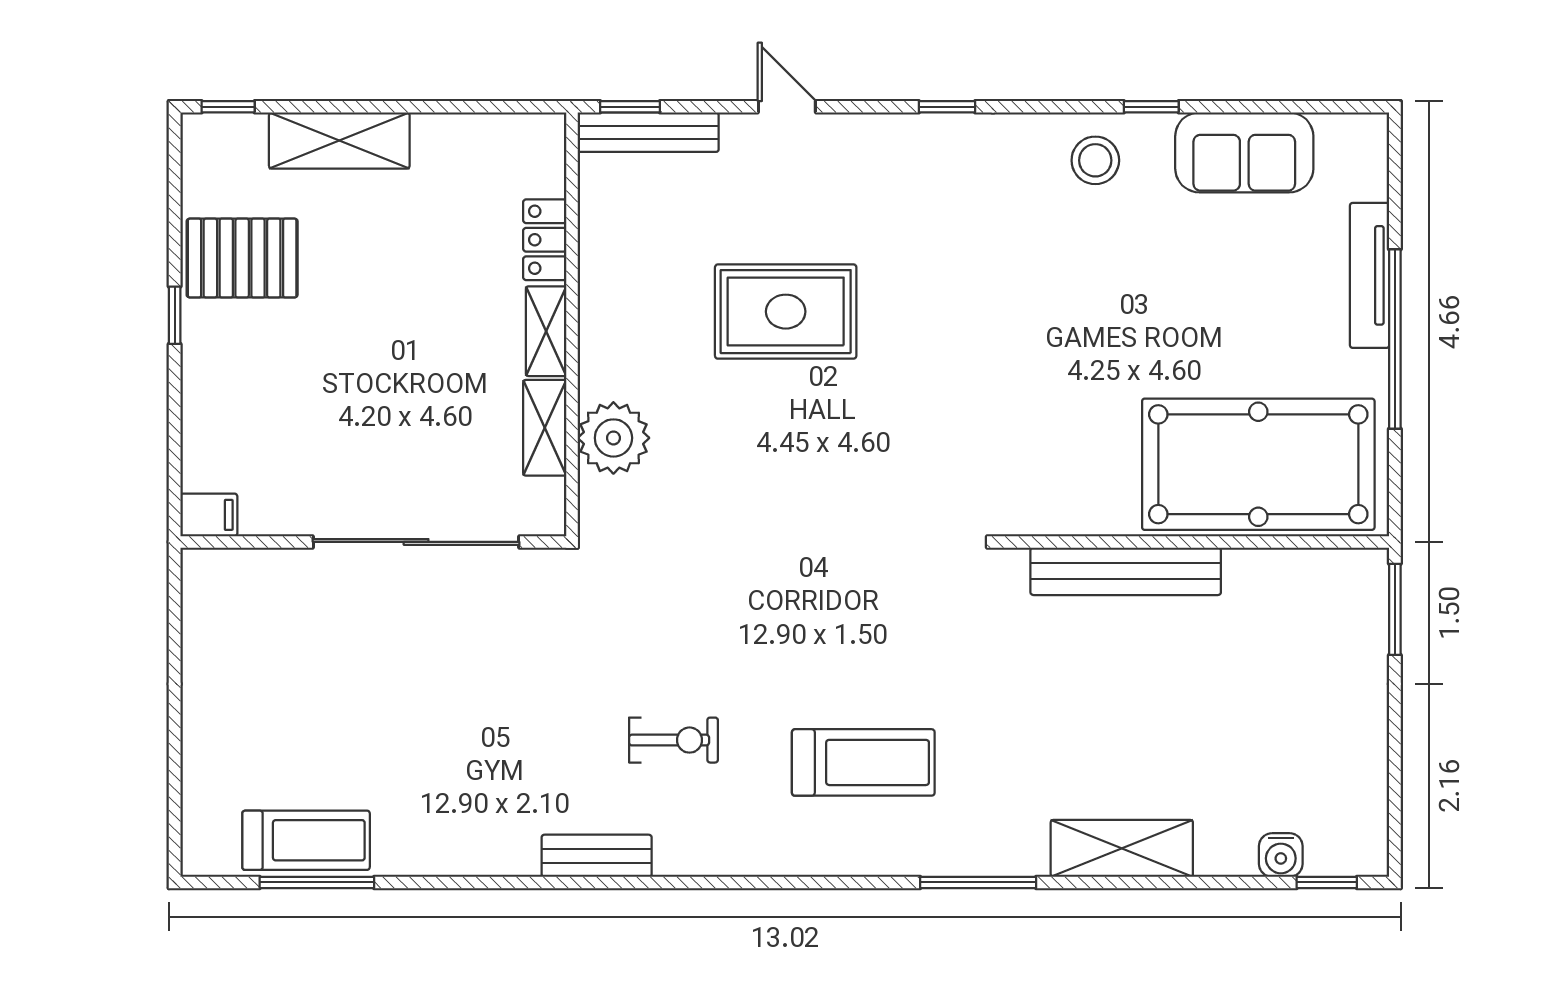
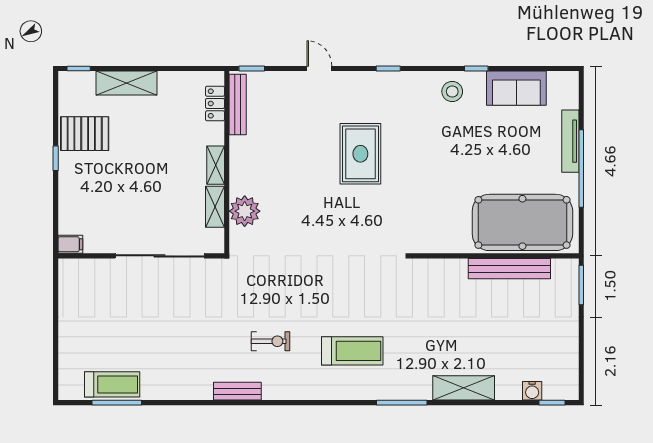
bench: (648, 132) -> (238, 104), moved, turned 90
locker: (545, 240) -> (215, 103), moved
rug: (786, 312) -> (360, 154), moved, turned 90
bench: (1126, 571) -> (509, 269), moved

